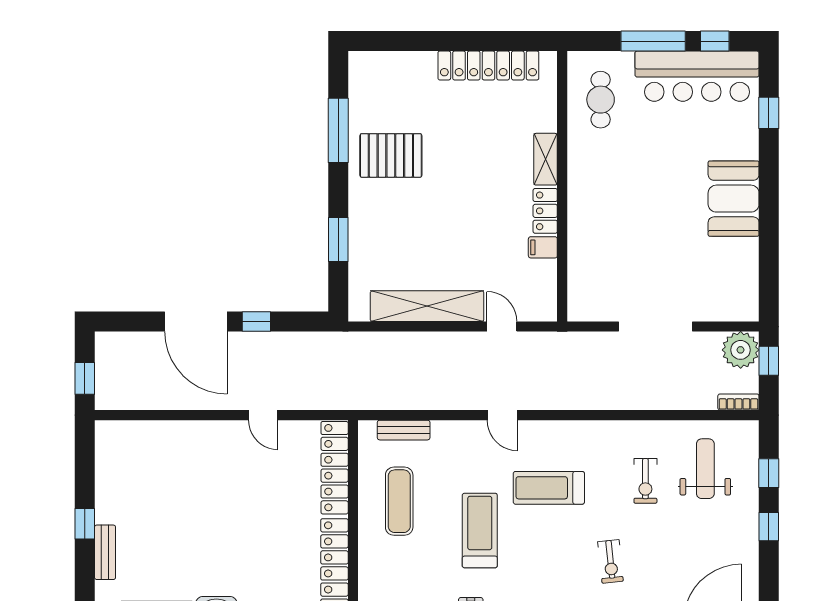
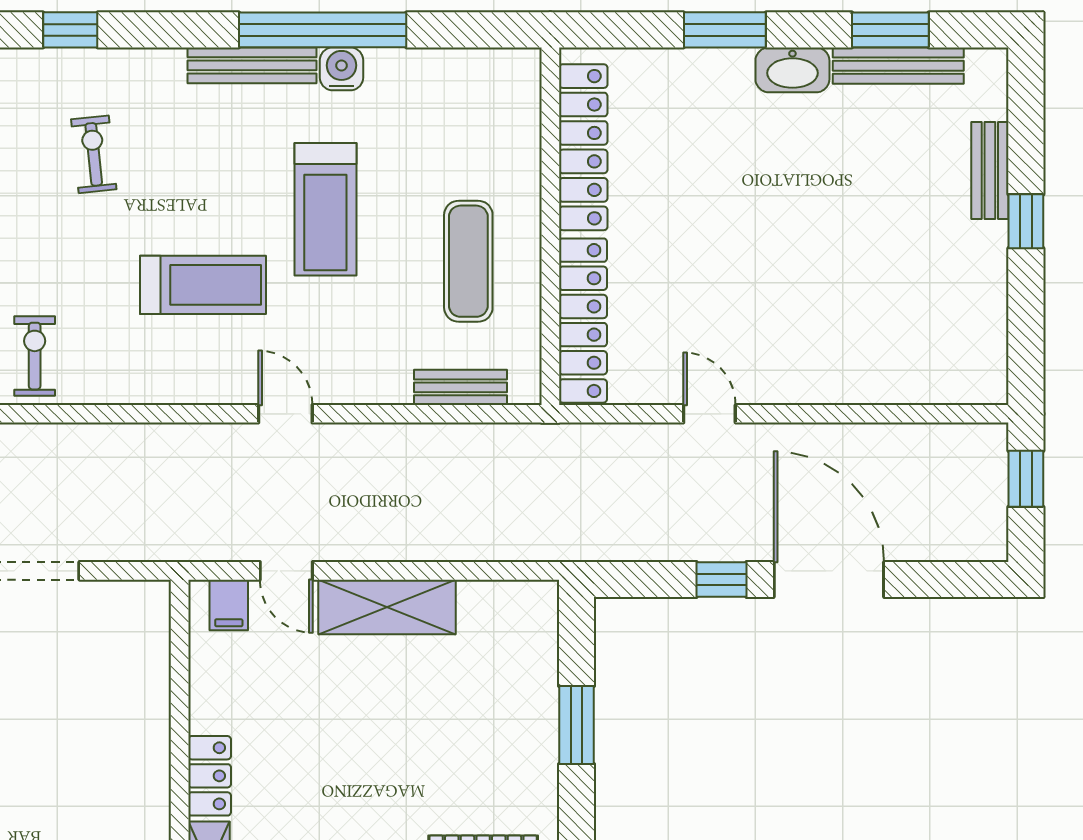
filing cabinet: (543, 247) -> (229, 605), moved, turned 90
shelving: (427, 306) -> (387, 607), width x0.68
exercise bike: (645, 481) -> (35, 356), moved

